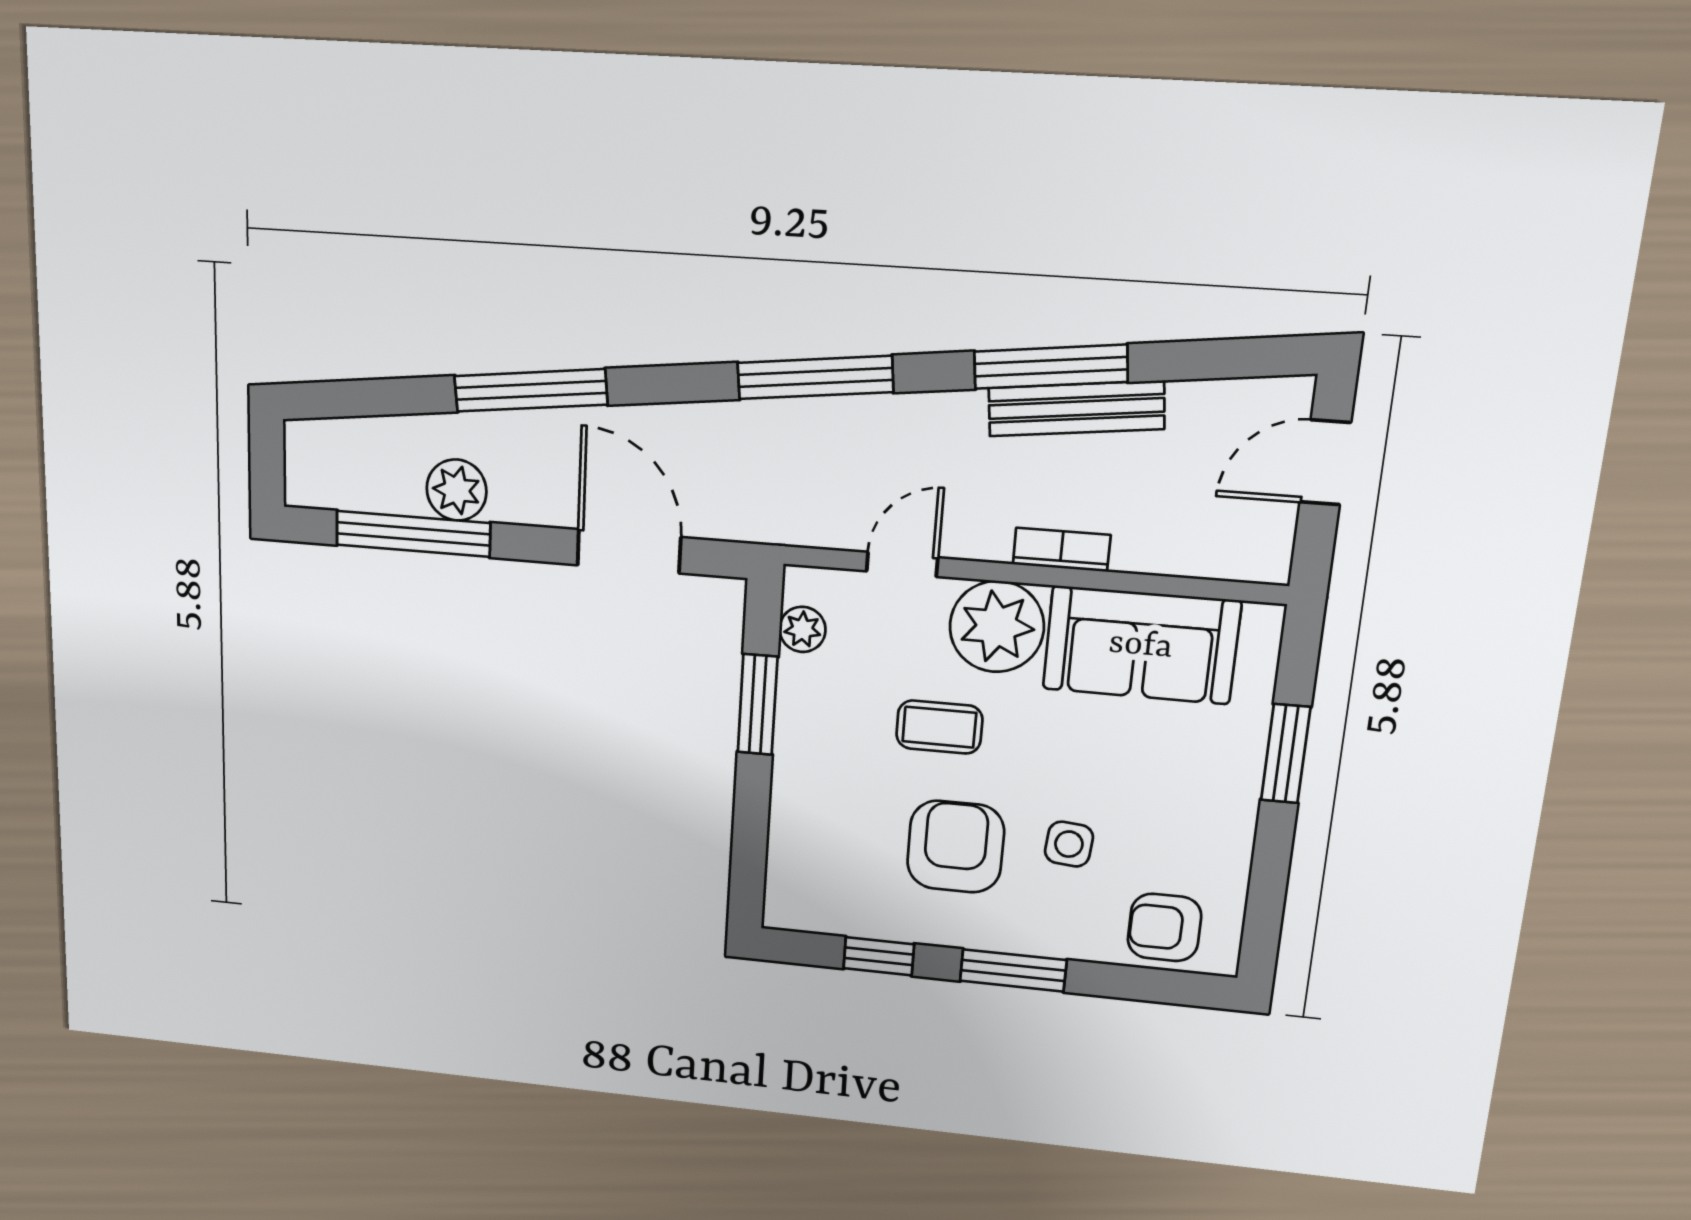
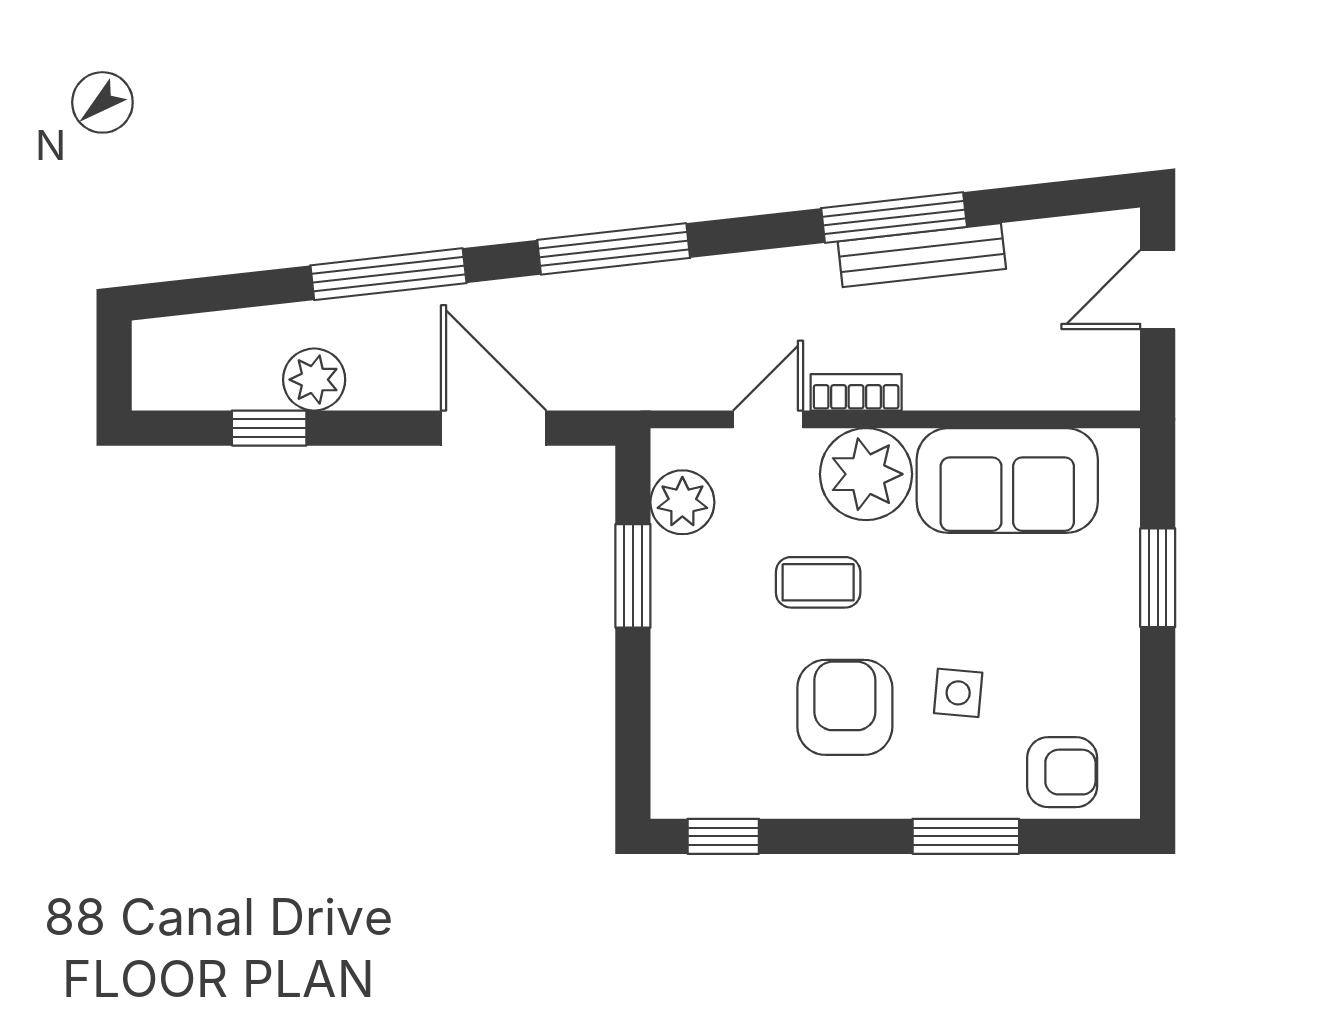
window: (815, 377) -> (614, 249), moved
window: (413, 534) -> (269, 428), width x0.46
bookcase: (1062, 550) -> (856, 392), moved
plant: (802, 629) -> (682, 502), width x1.38, depth x1.38
armchair: (1164, 927) -> (1062, 772), turned 180
window: (879, 956) -> (723, 836), moved
window: (1013, 970) -> (966, 836), moved

